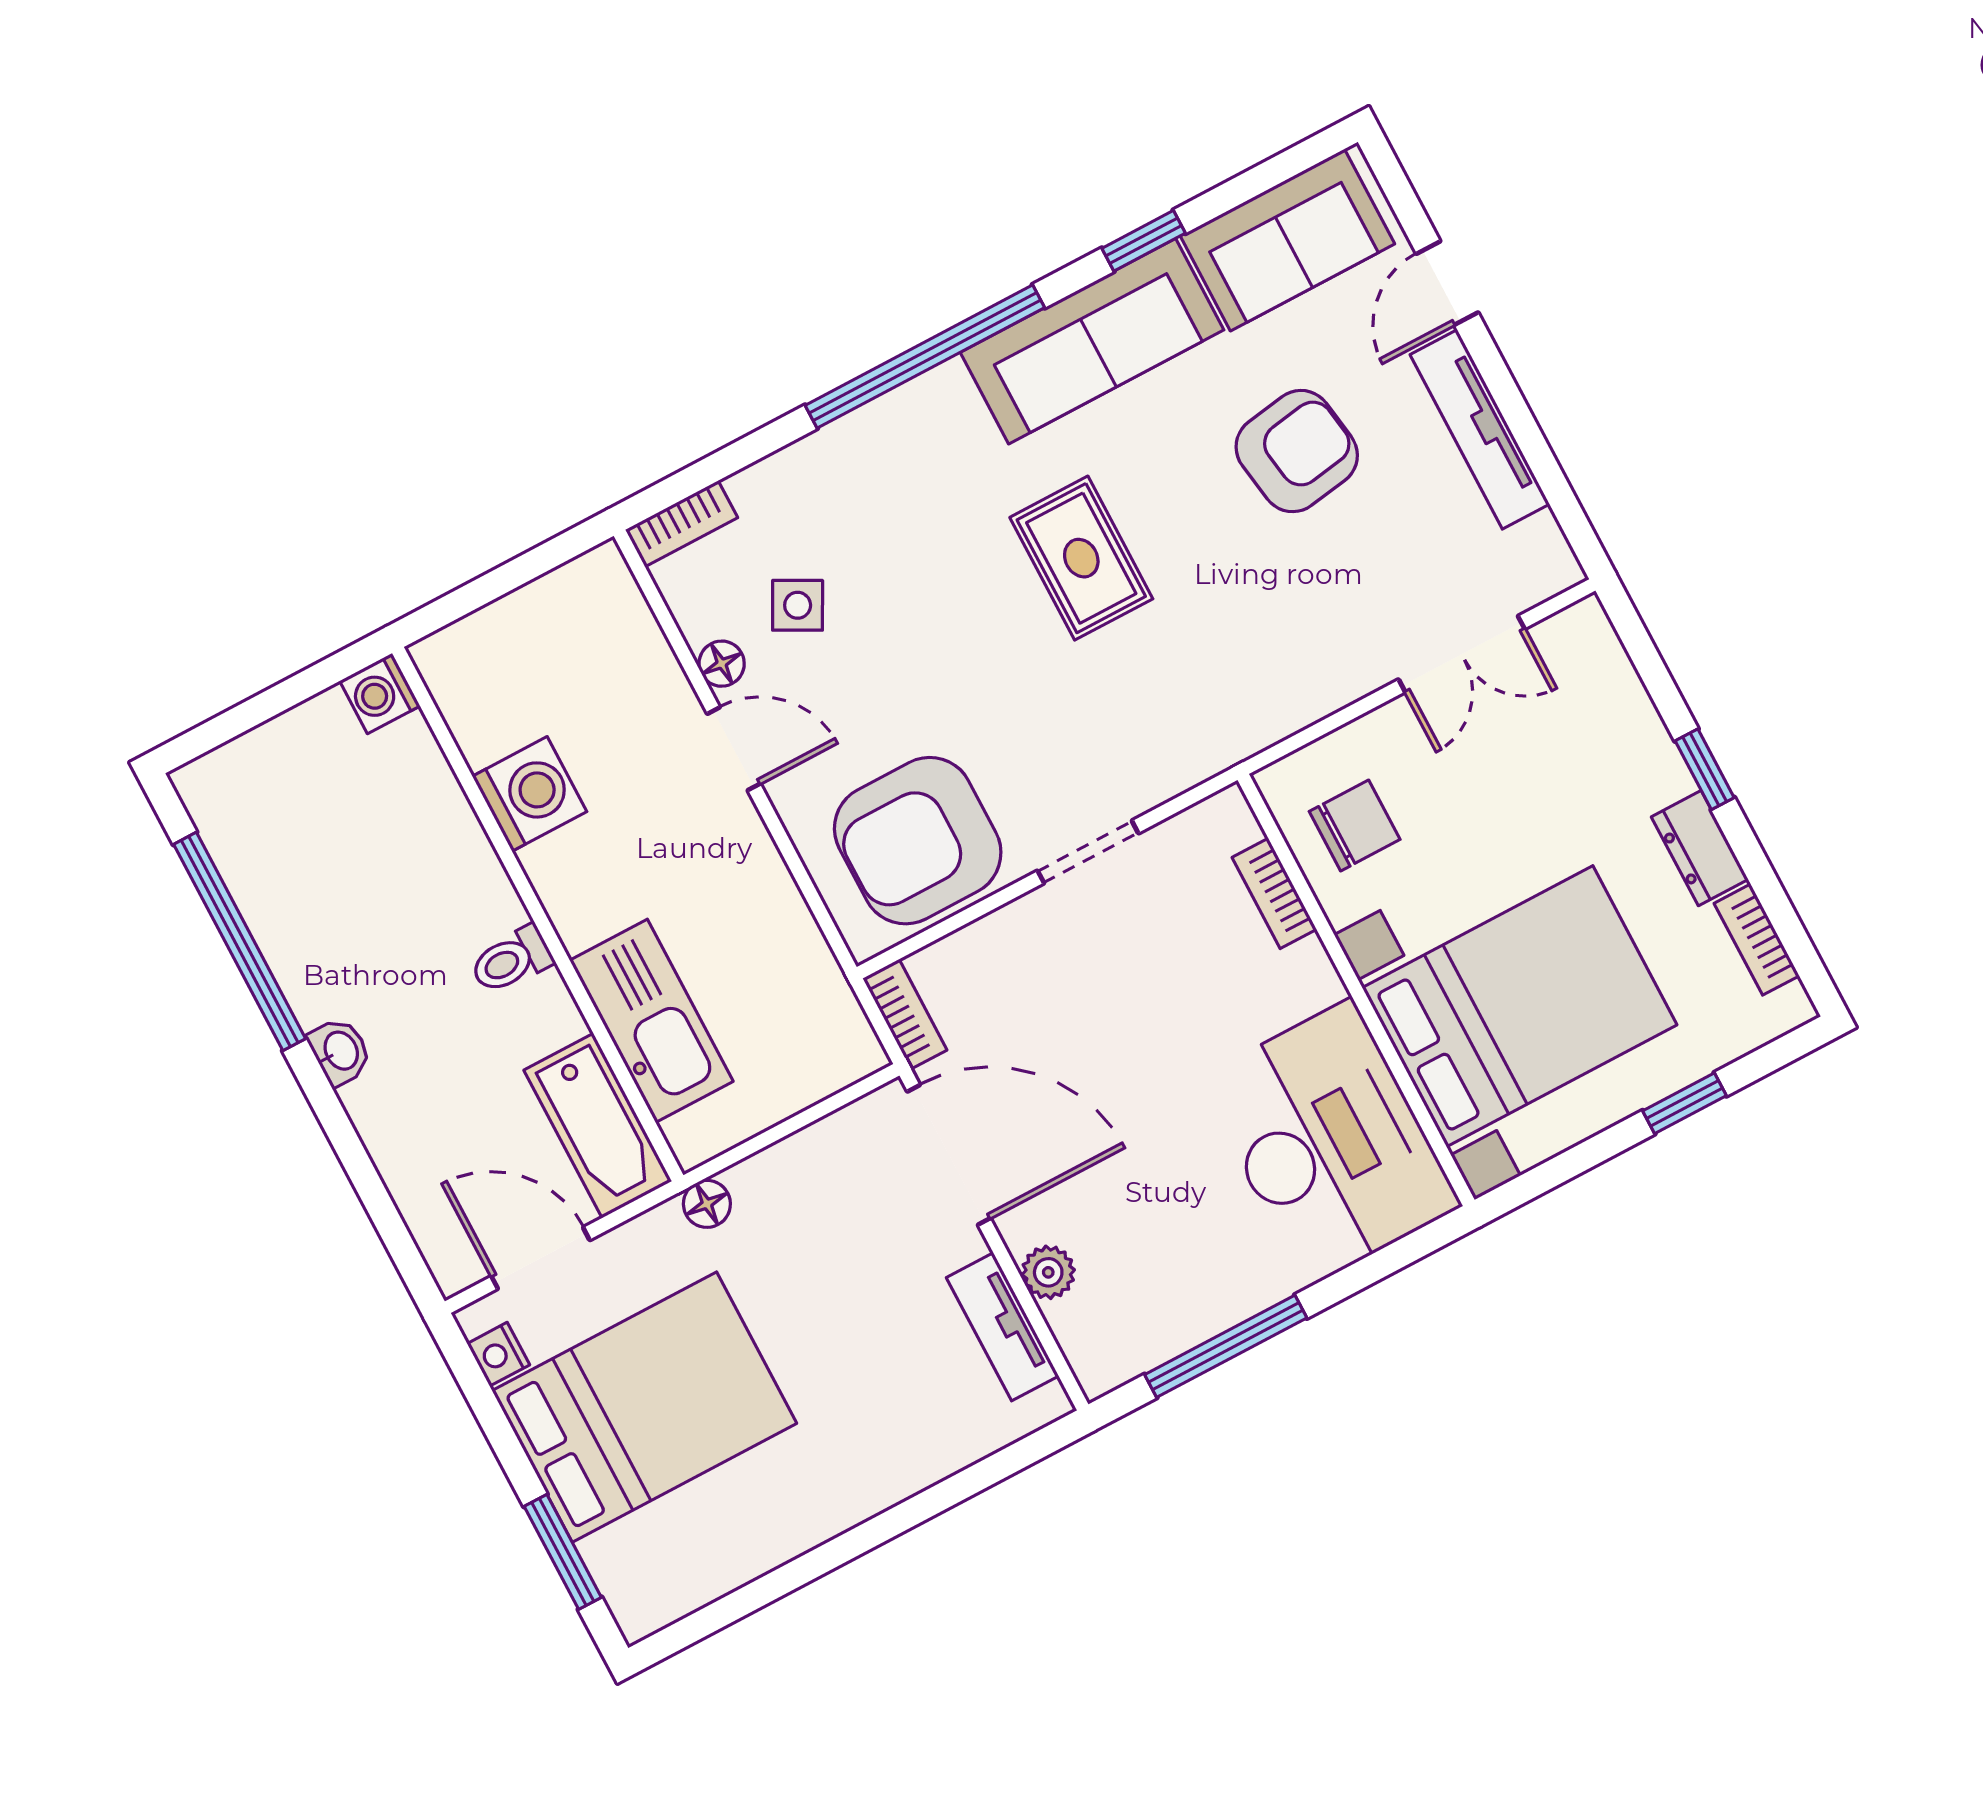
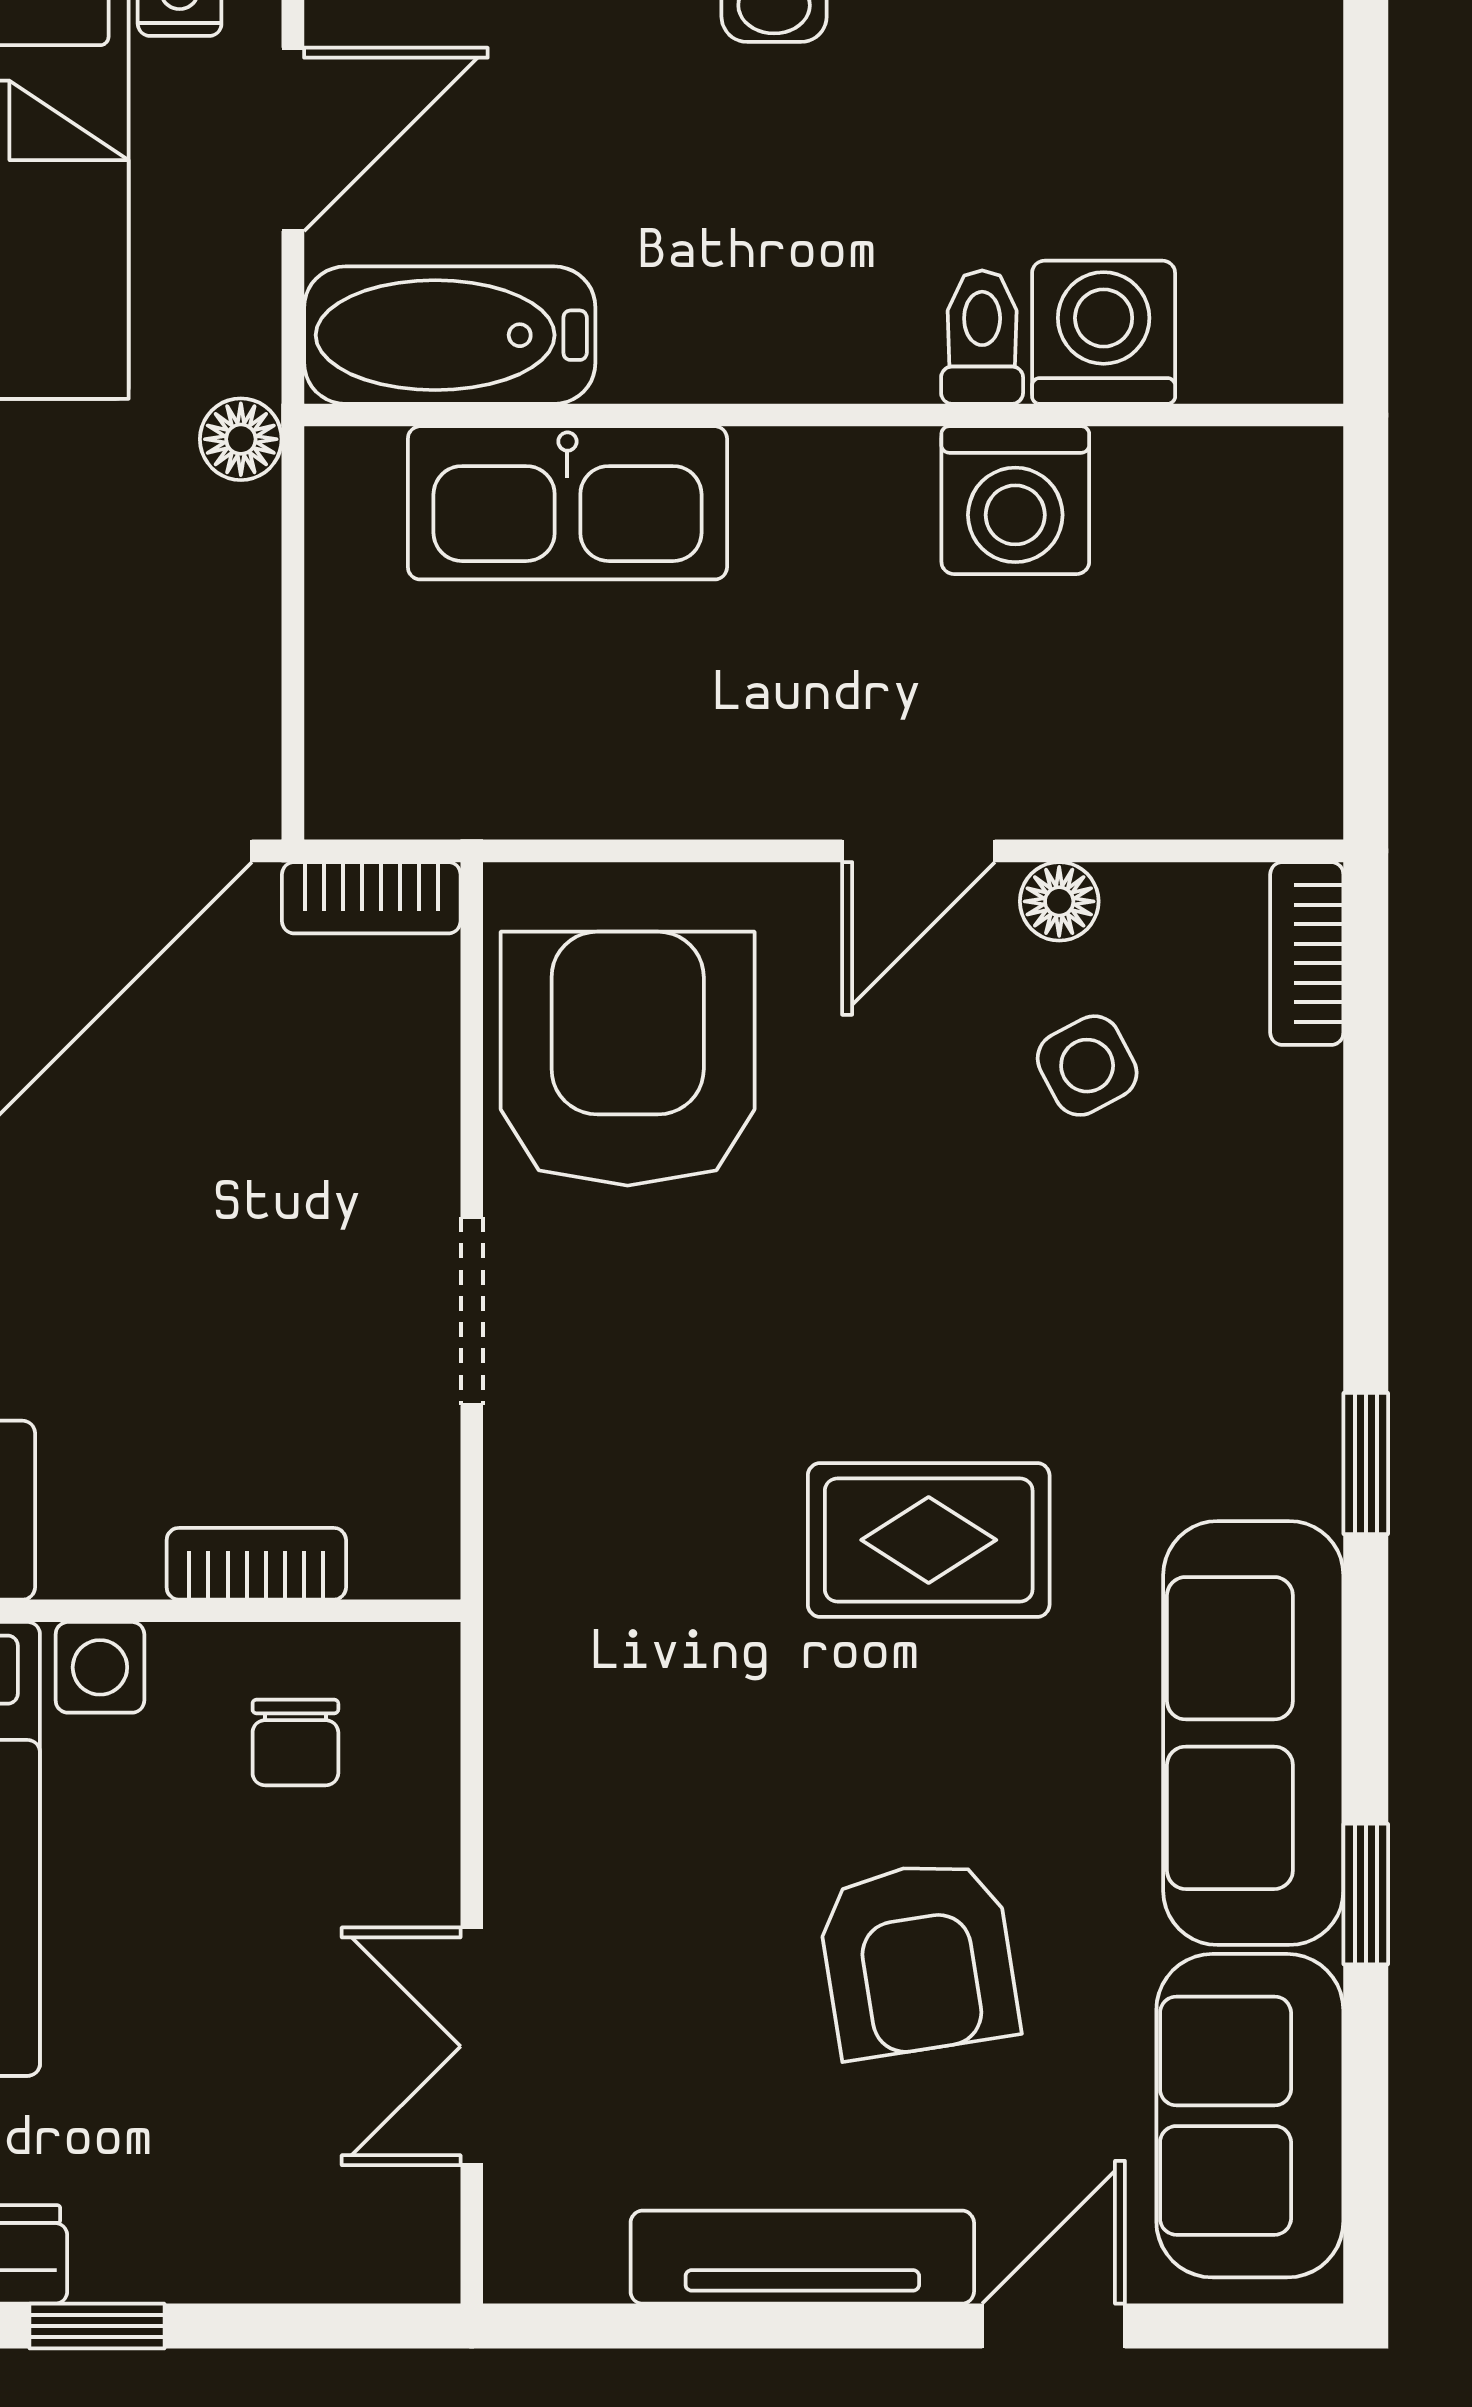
door: (1447, 283) -> (1054, 2326), hinge flipped
window: (925, 357) -> (1366, 1464), width x0.32
side table: (798, 605) -> (1087, 1066), turned 34
washing machine: (380, 693) -> (1104, 332), moved, width x1.38, depth x1.38
chair: (1355, 825) -> (295, 1742), width x0.73, depth x0.73
toilet: (511, 960) -> (982, 337), moved

